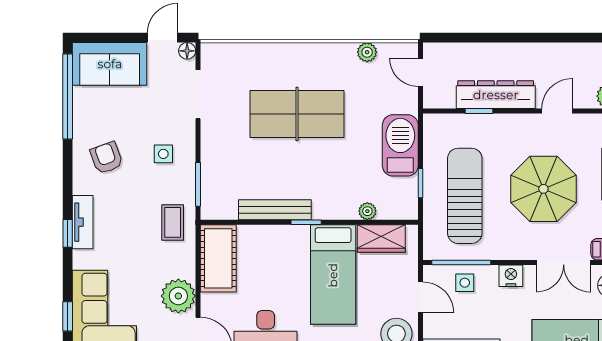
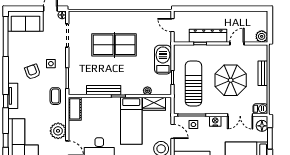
plant: (367, 52) -> (147, 16), removed
armchair: (106, 158) -> (32, 72), moved
cot: (218, 258) -> (75, 109), width x0.73, depth x0.75

